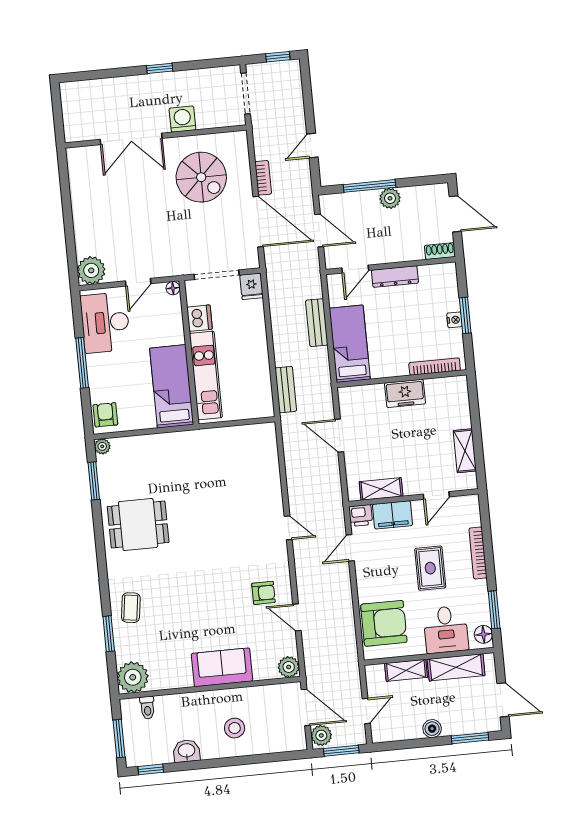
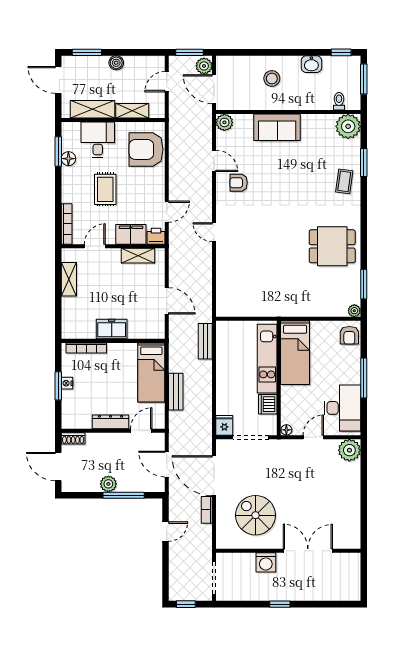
bookcase: (478, 553) -> (67, 224), moved
floor lamp: (483, 634) -> (68, 159), moved

